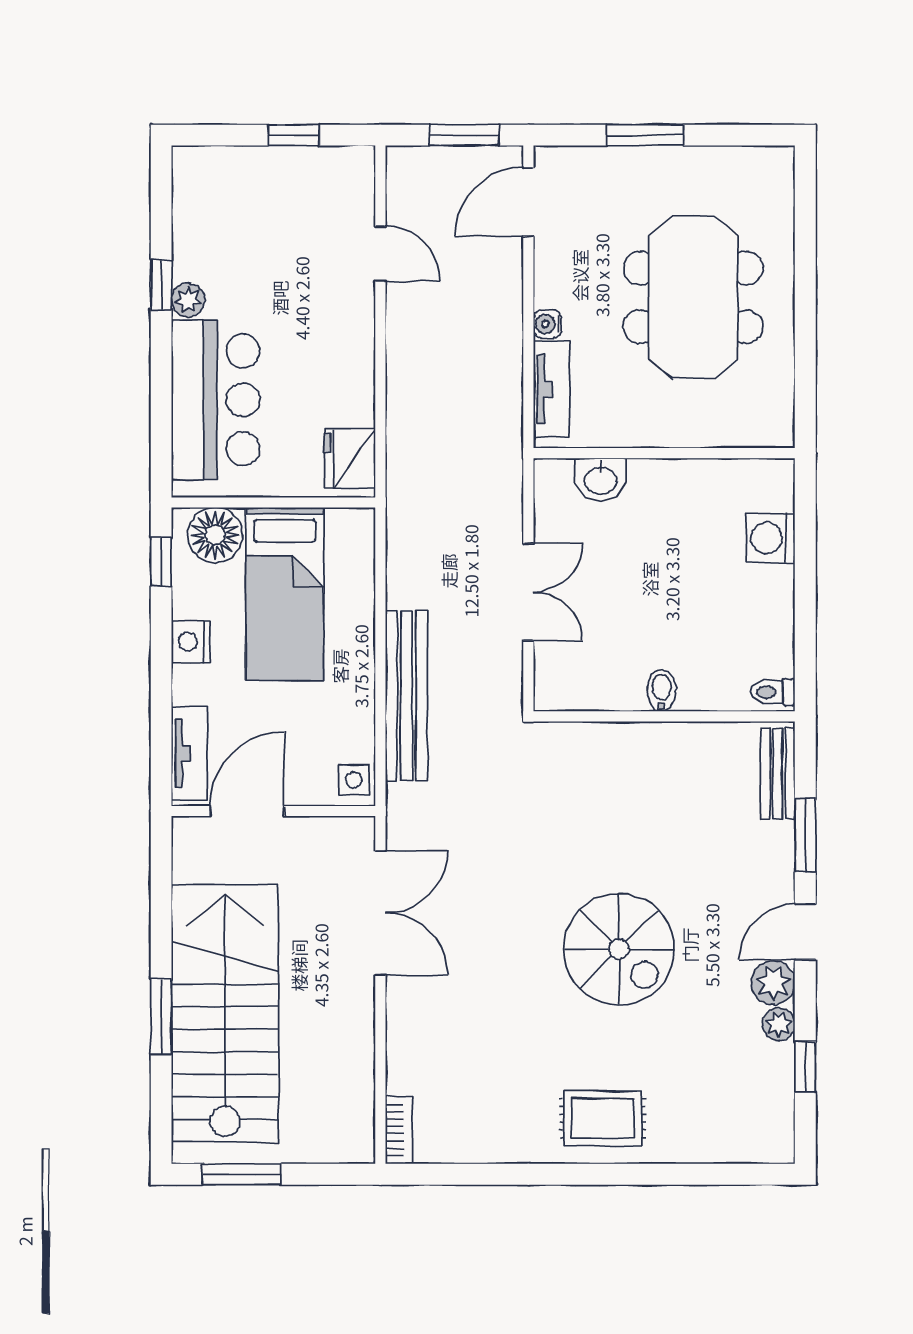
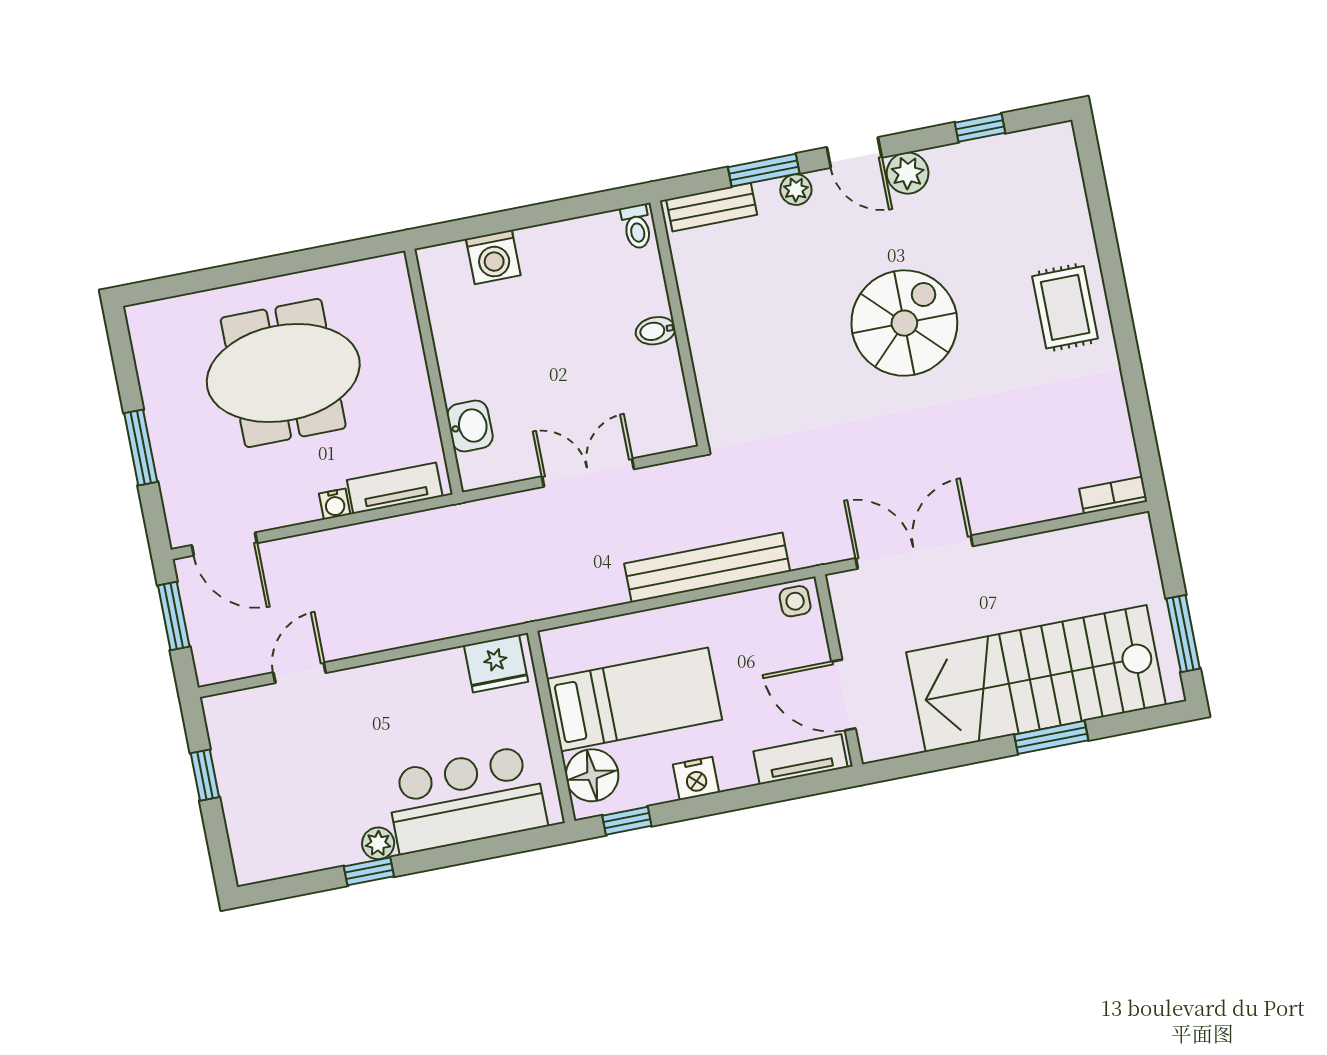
plant: (779, 1024) -> (796, 190), moved

